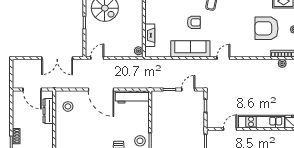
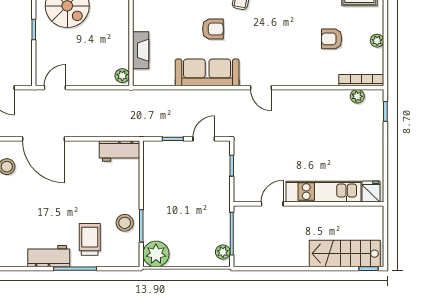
armchair: (267, 28) -> (332, 39), width x0.53, depth x0.53
door: (223, 58) -> (261, 88), swing flipped
door: (101, 90) -> (43, 139), moved
workbench: (132, 97) -> (120, 151), width x0.73

